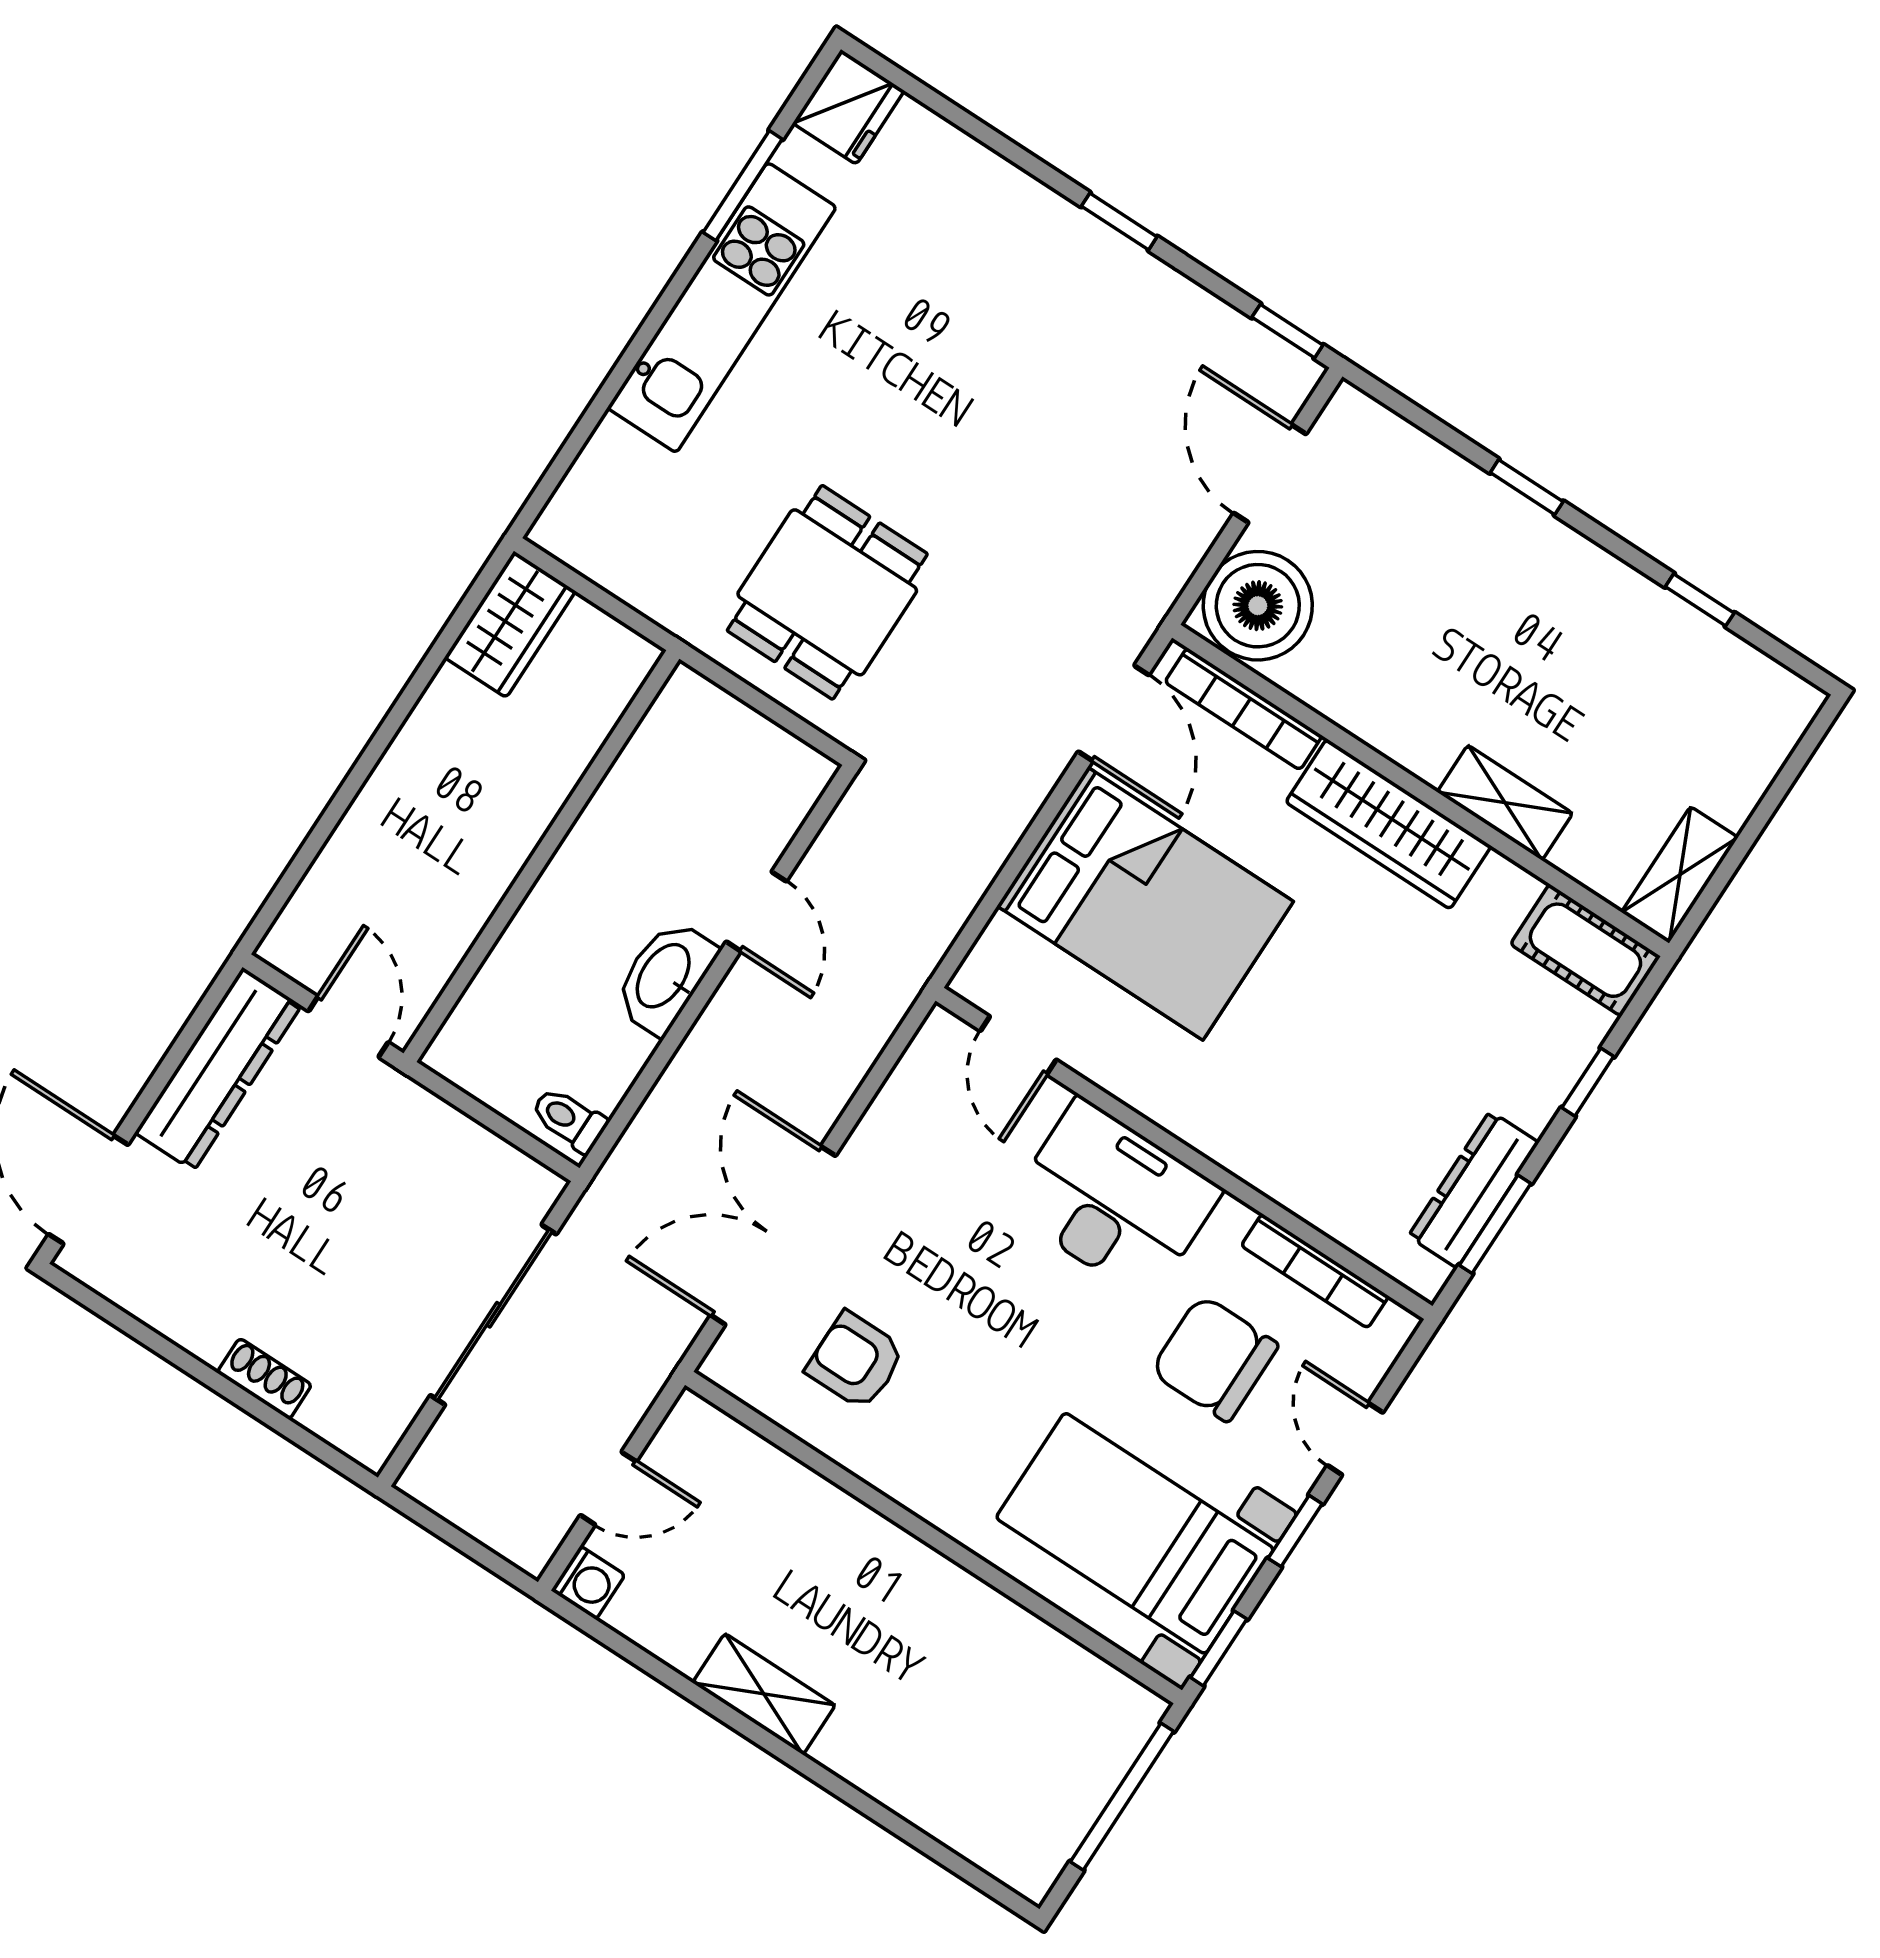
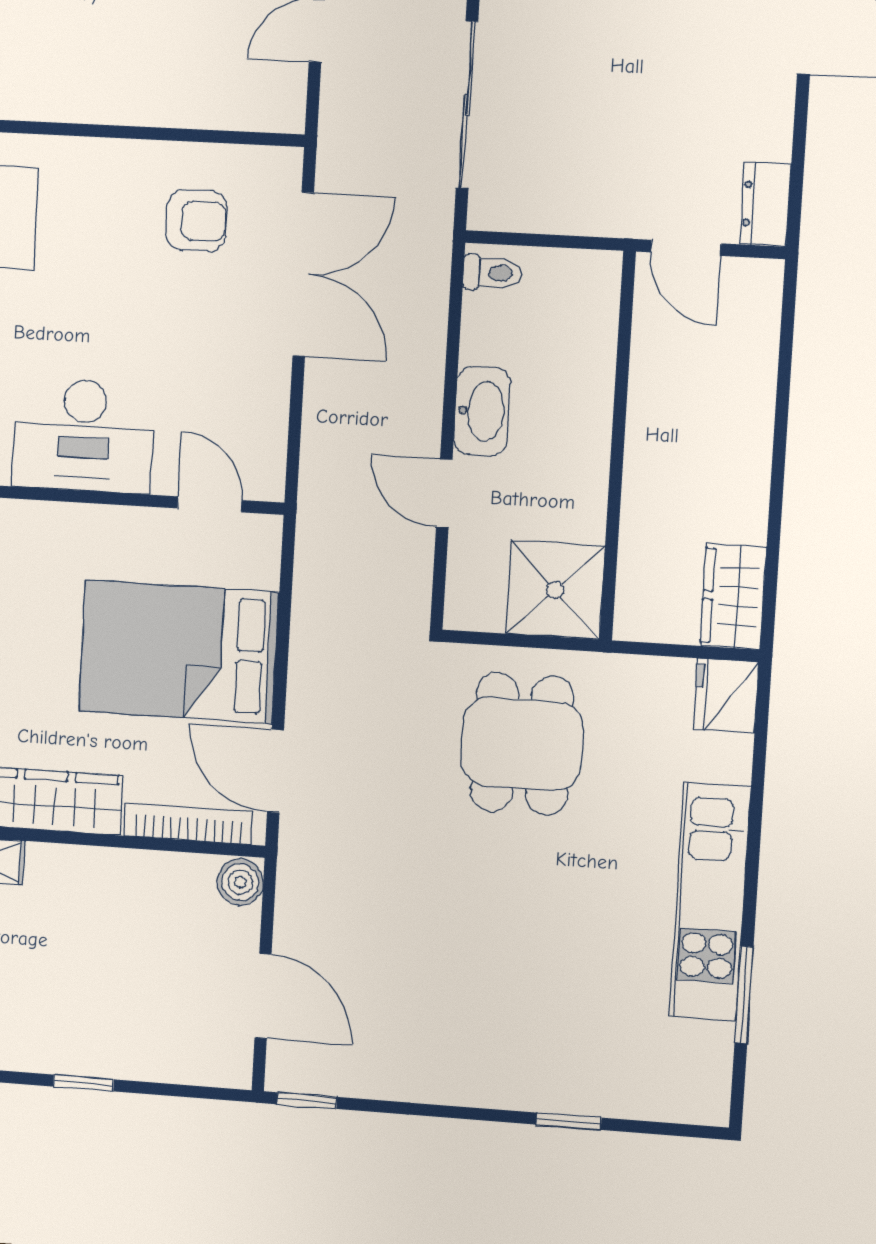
fridge: (849, 107) -> (726, 696), moved
window: (1119, 222) -> (569, 1121), moved
boiler: (1258, 606) -> (240, 882), width x0.54, depth x0.54
shower: (696, 739) -> (555, 590), added
dresser: (218, 1069) -> (765, 204), width x0.51, depth x0.80

